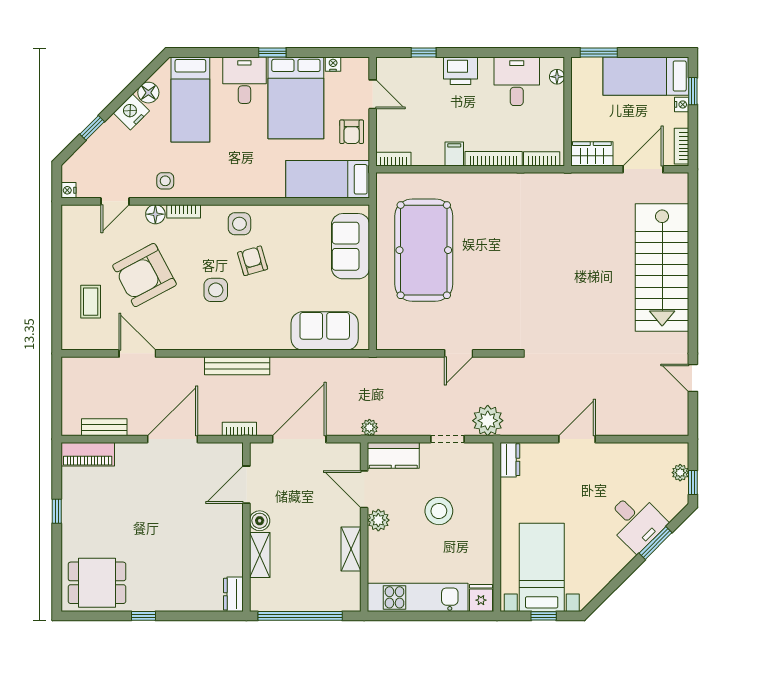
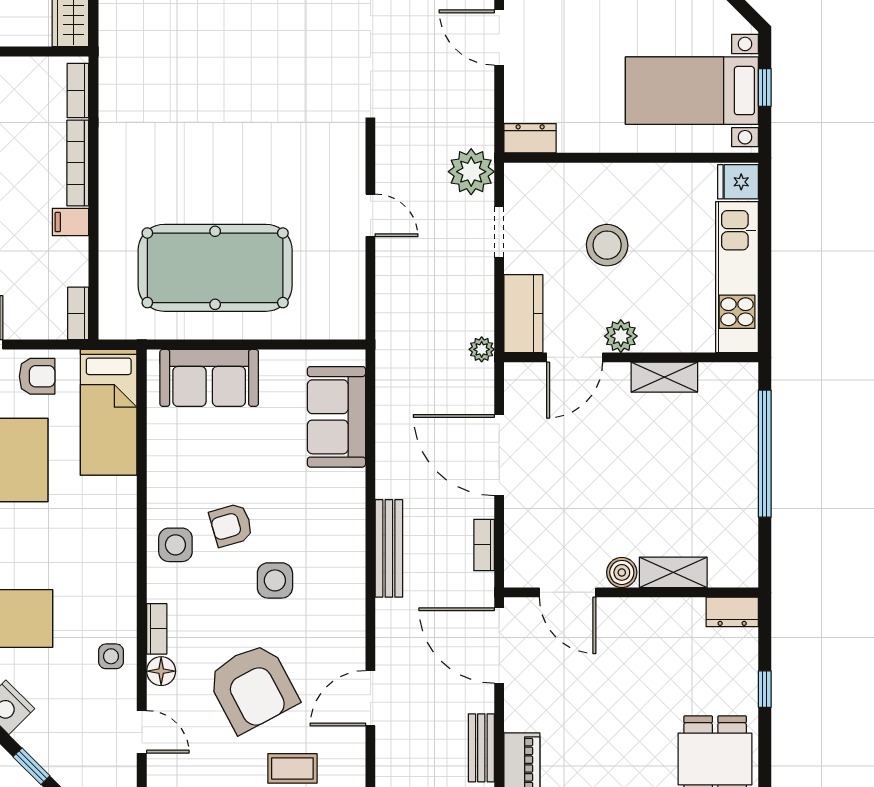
door: (246, 485) -> (568, 592), moved
boiler: (260, 521) -> (622, 572), moved
wall: (246, 527) -> (631, 592), moved
shelving: (260, 555) -> (673, 572), moved
dresser: (233, 594) -> (732, 612), moved

